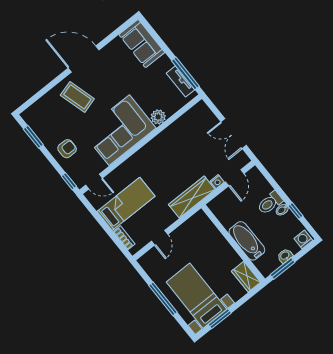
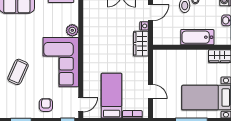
coffee table: (77, 97) -> (18, 72), turned -50
door: (235, 178) -> (150, 13), hinge flipped
wardrobe: (192, 197) -> (141, 44), width x0.67

